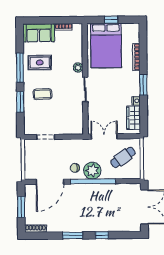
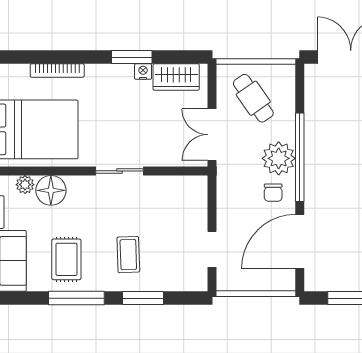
floor lamp: (75, 54) -> (51, 190), added
plant: (78, 68) -> (25, 185), moved
window: (143, 85) -> (132, 57), moved
door: (50, 182) -> (300, 241), swing flipped

